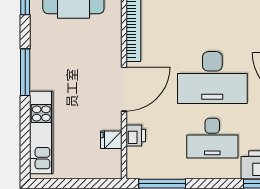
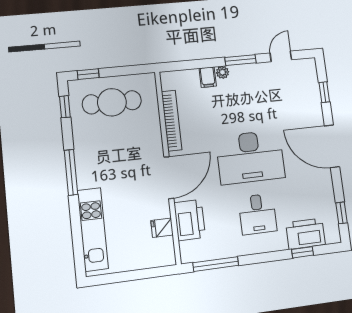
printer: (136, 135) -> (190, 220), width x1.87, depth x1.48
desk: (212, 138) -> (258, 214), width x0.73

